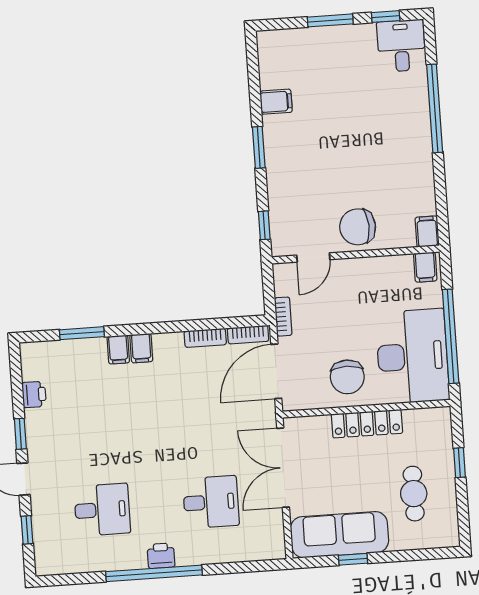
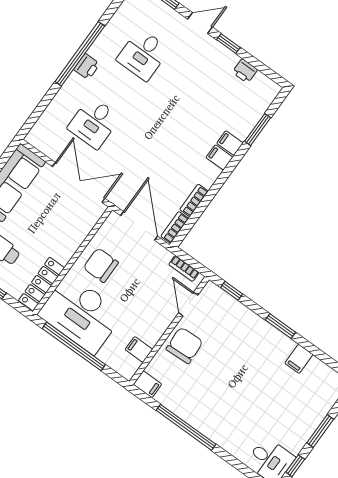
window: (435, 108) -> (186, 427), moved
filing cabinet: (425, 267) -> (139, 349), moved
bookcase: (283, 317) -> (184, 268), moved
locker: (367, 424) -> (41, 284), moved

